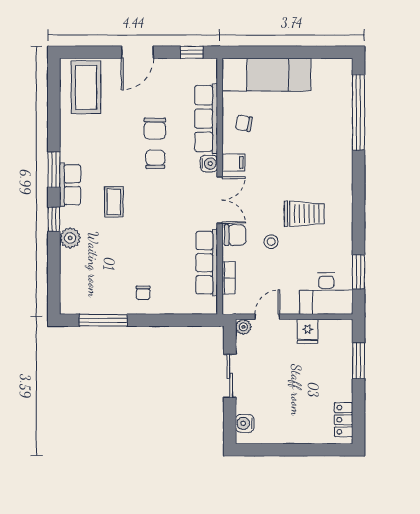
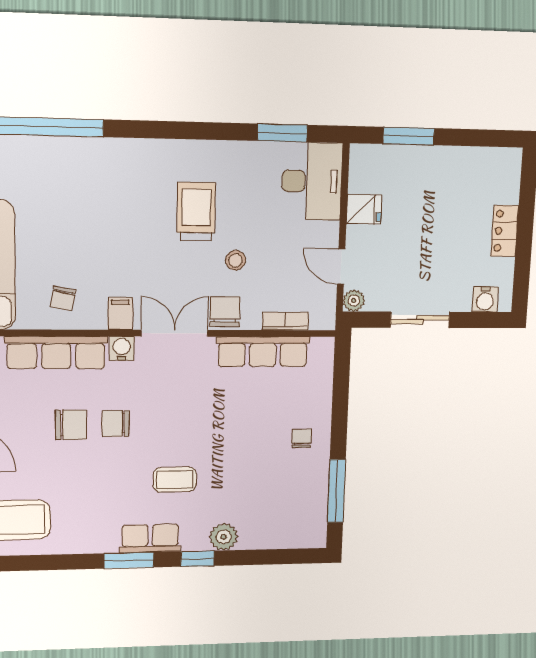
chair: (143, 293) -> (302, 438), turned -90
locker: (344, 420) -> (505, 231), moved, turned 90

